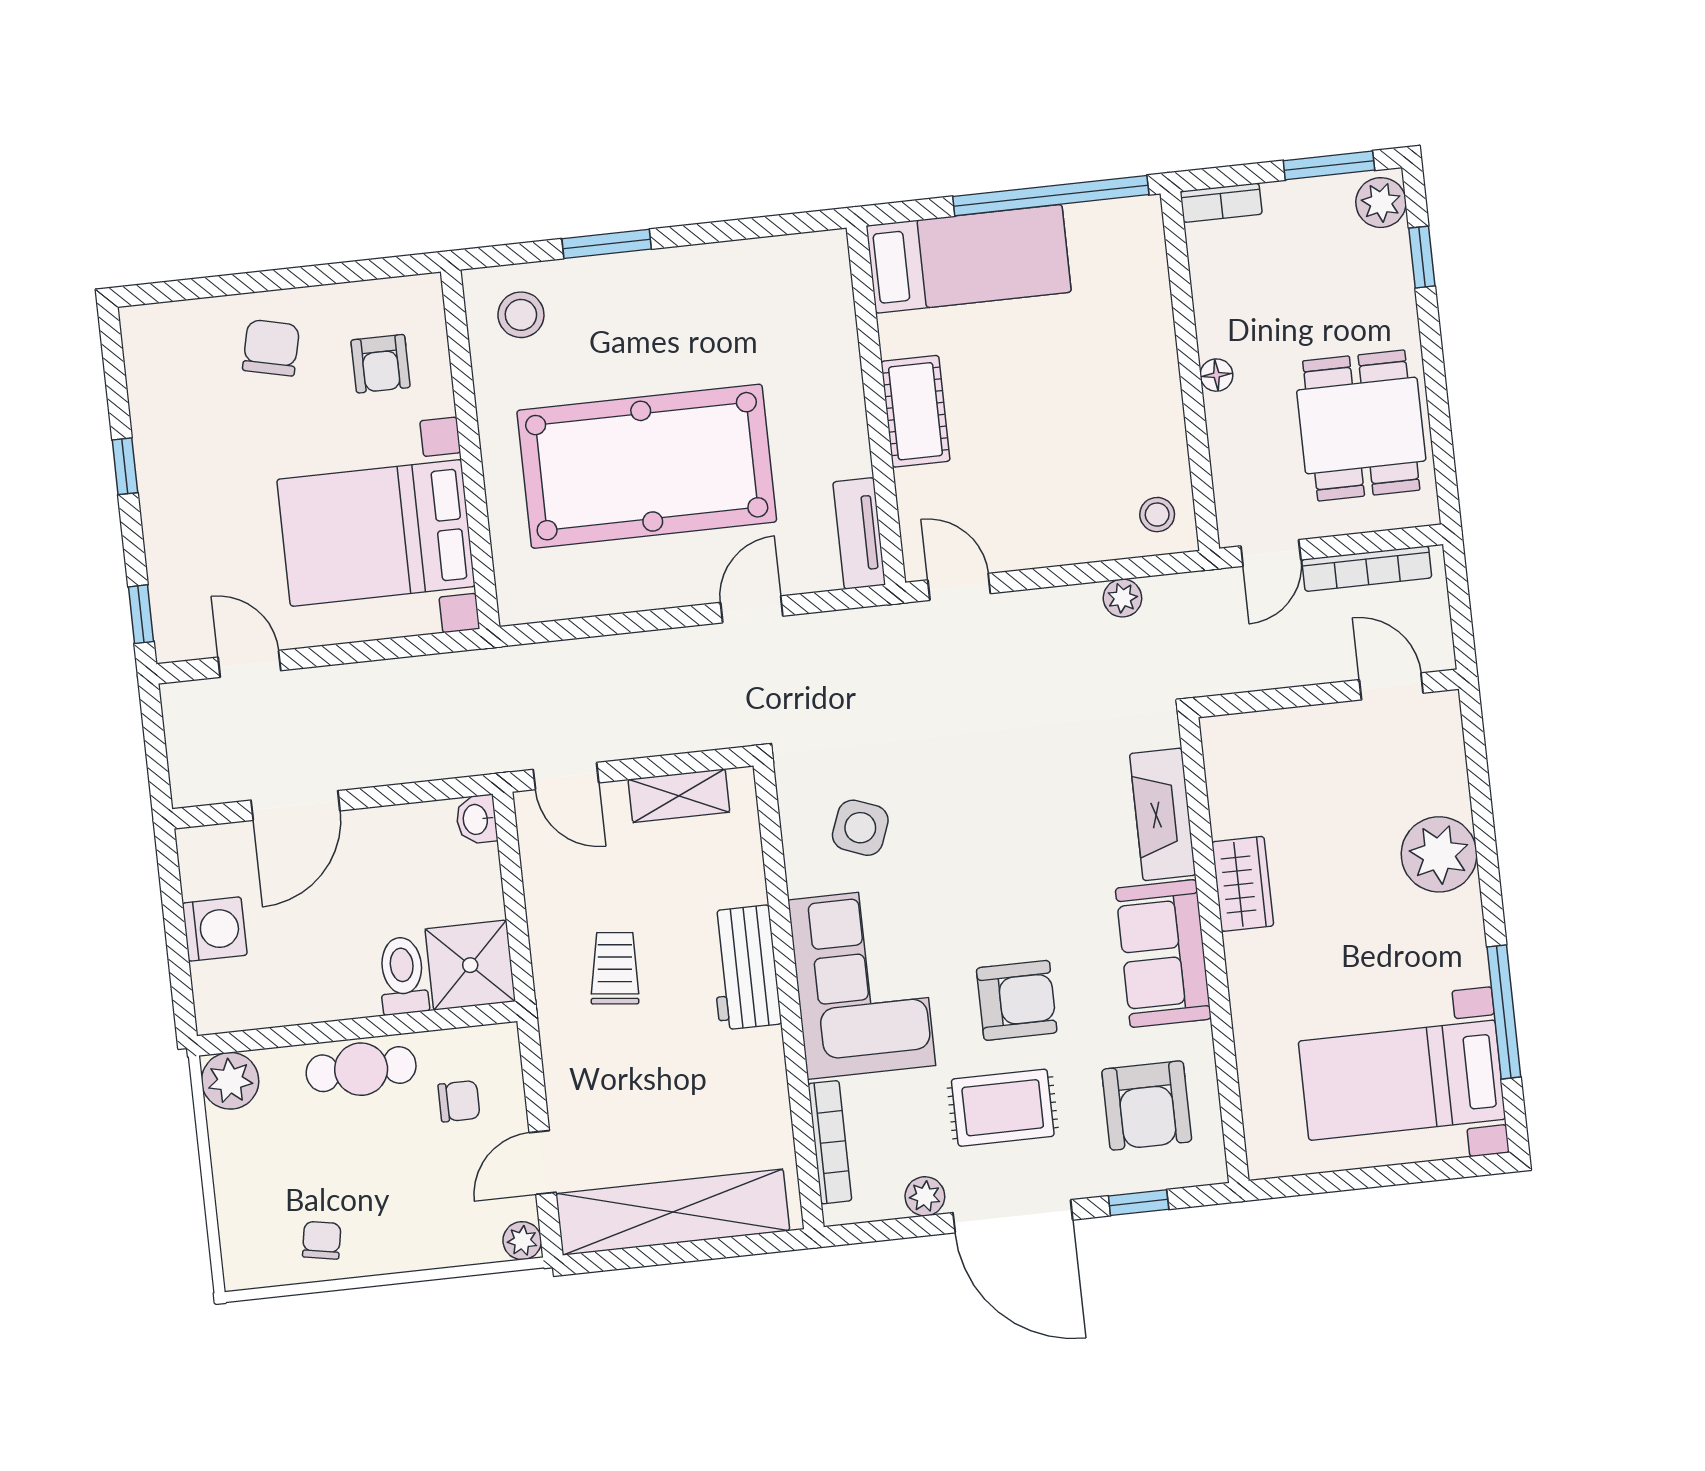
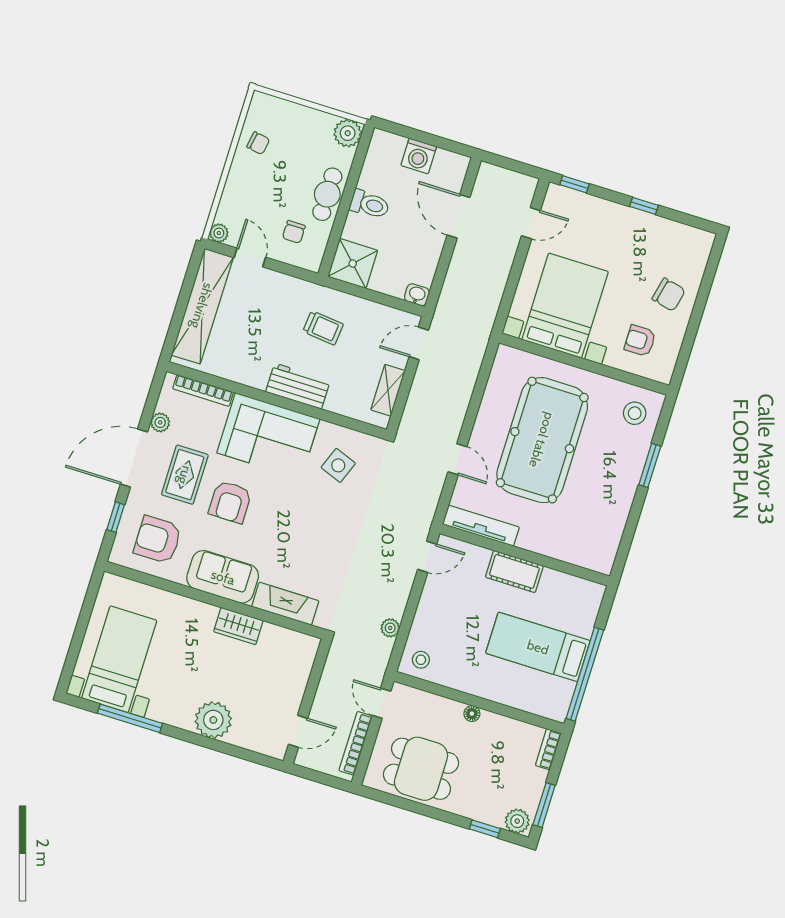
bed: (969, 259) -> (538, 647), moved, turned 90
tv unit: (859, 533) -> (481, 526), width x1.41
toilet: (403, 975) -> (370, 204), moved

